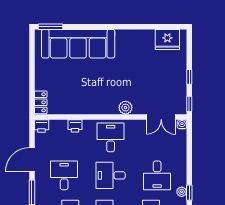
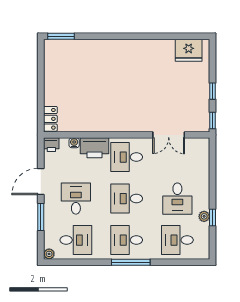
sofa: (78, 44) -> (91, 55), removed
plant: (125, 108) -> (143, 125), removed
double door: (161, 117) -> (169, 135), moved
water cooler: (182, 124) -> (74, 143), moved
printer: (75, 126) -> (94, 148), width x1.87, depth x1.48
desk: (111, 137) -> (127, 157), turned -90

